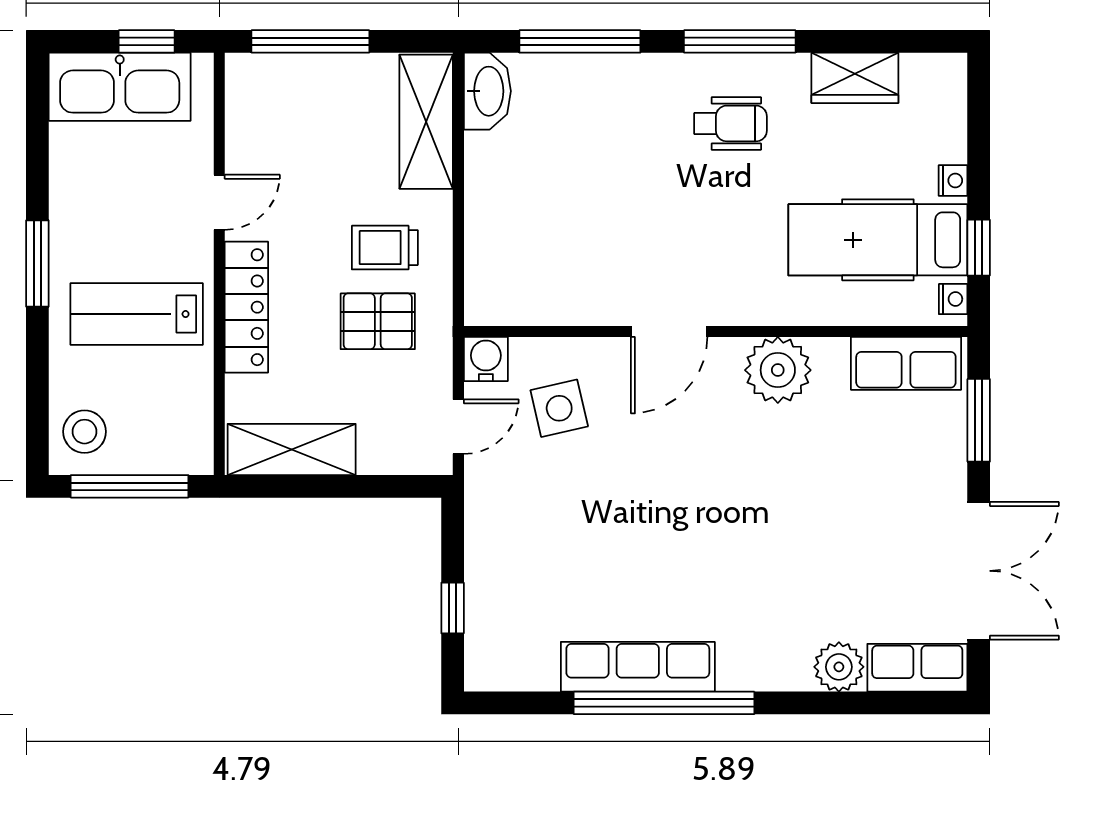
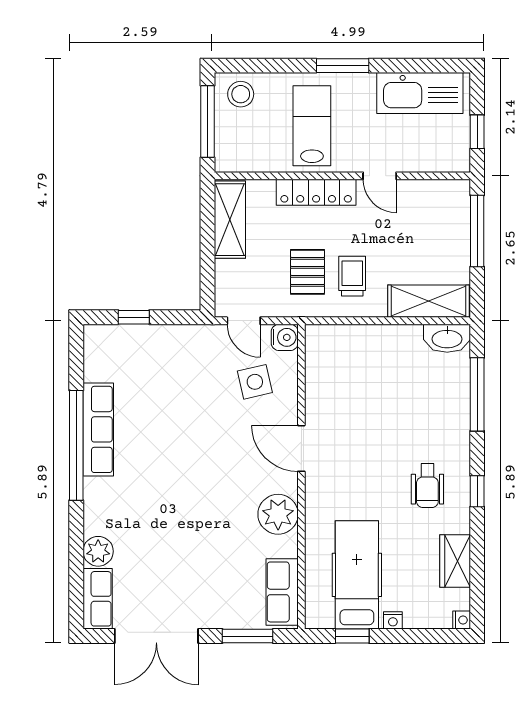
window: (740, 41) -> (477, 491), width x0.46
kitchen sink: (120, 87) -> (420, 93), moved, turned -90
nightstand: (953, 299) -> (462, 620), moved, turned -90

